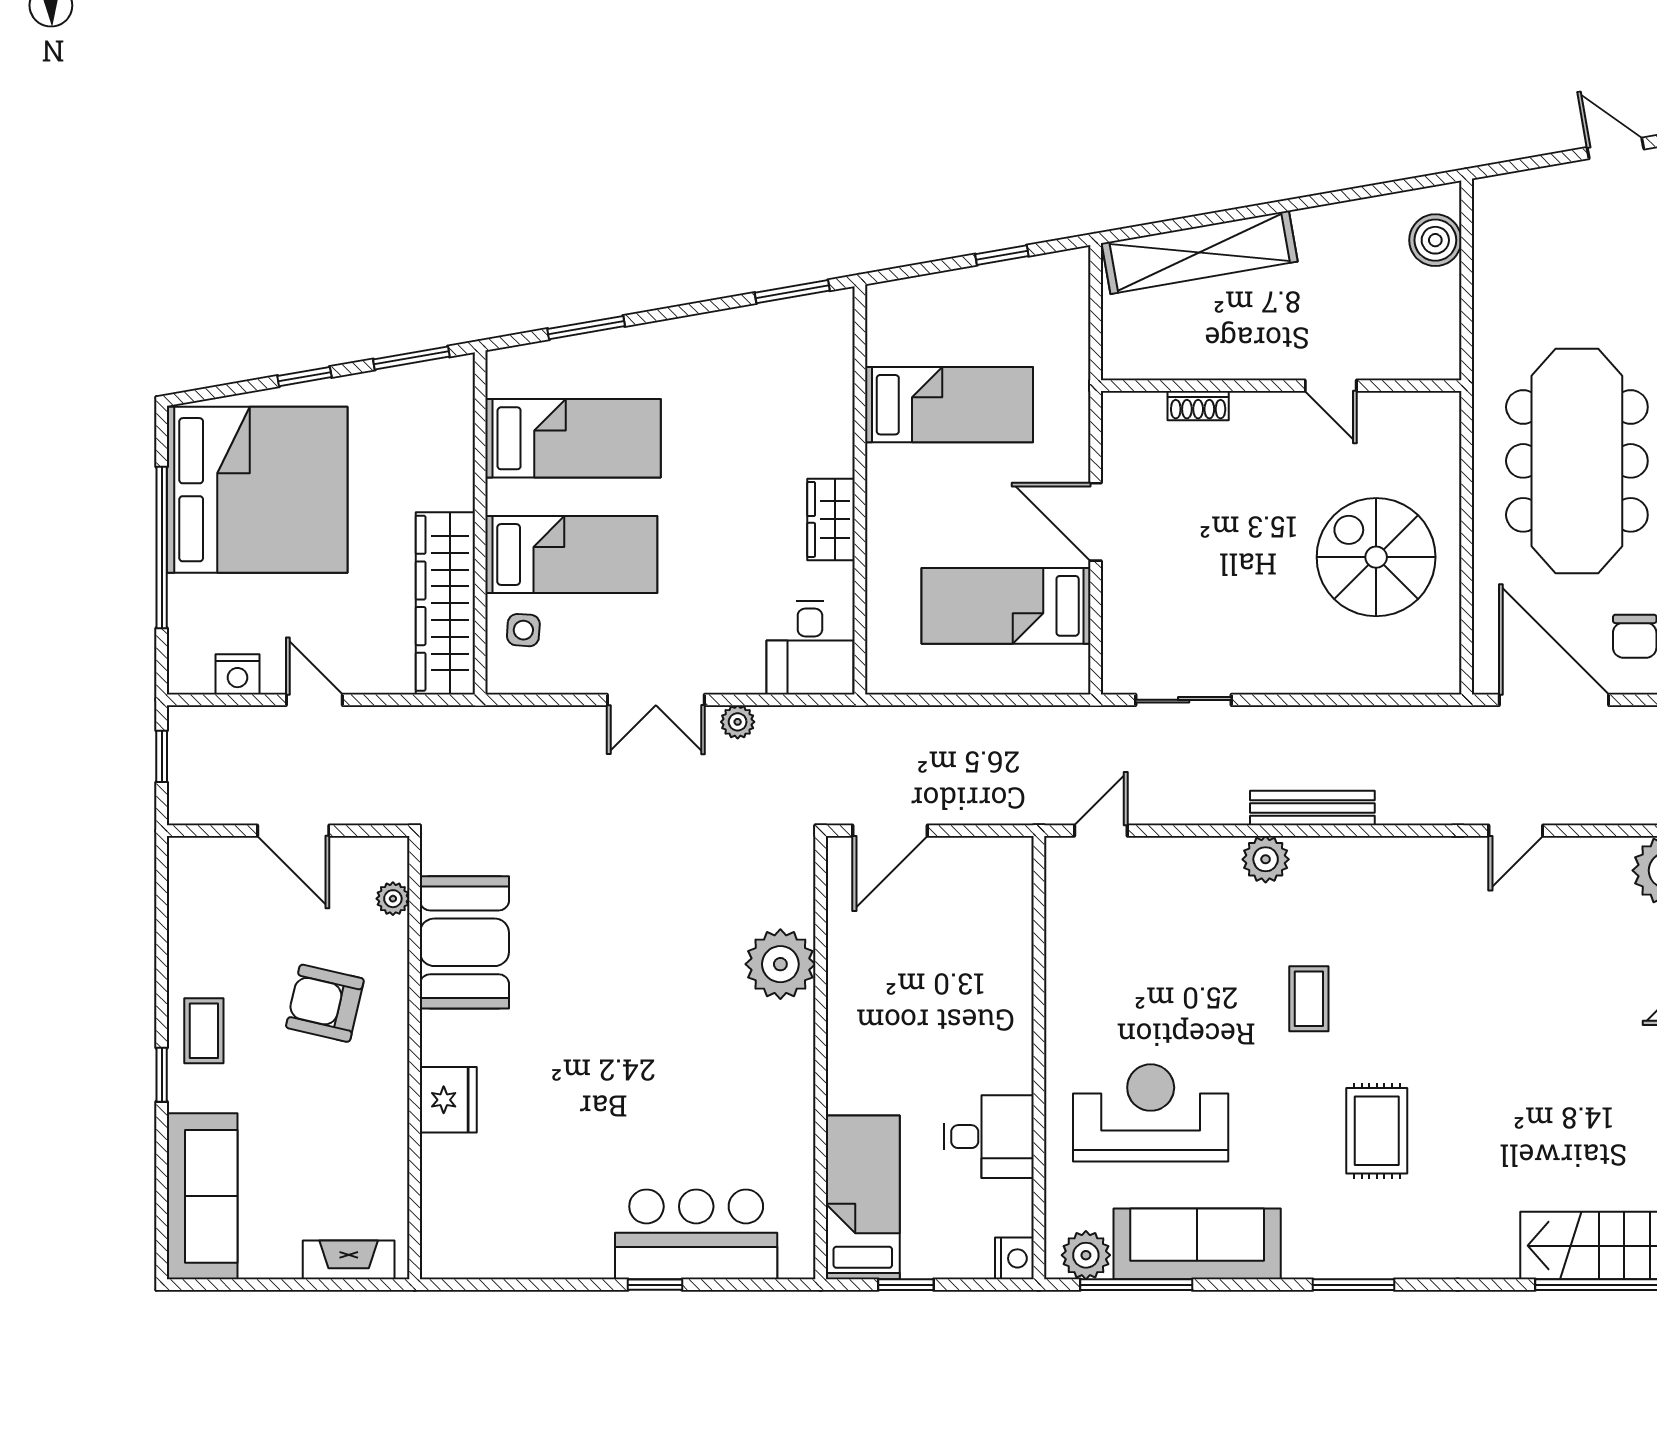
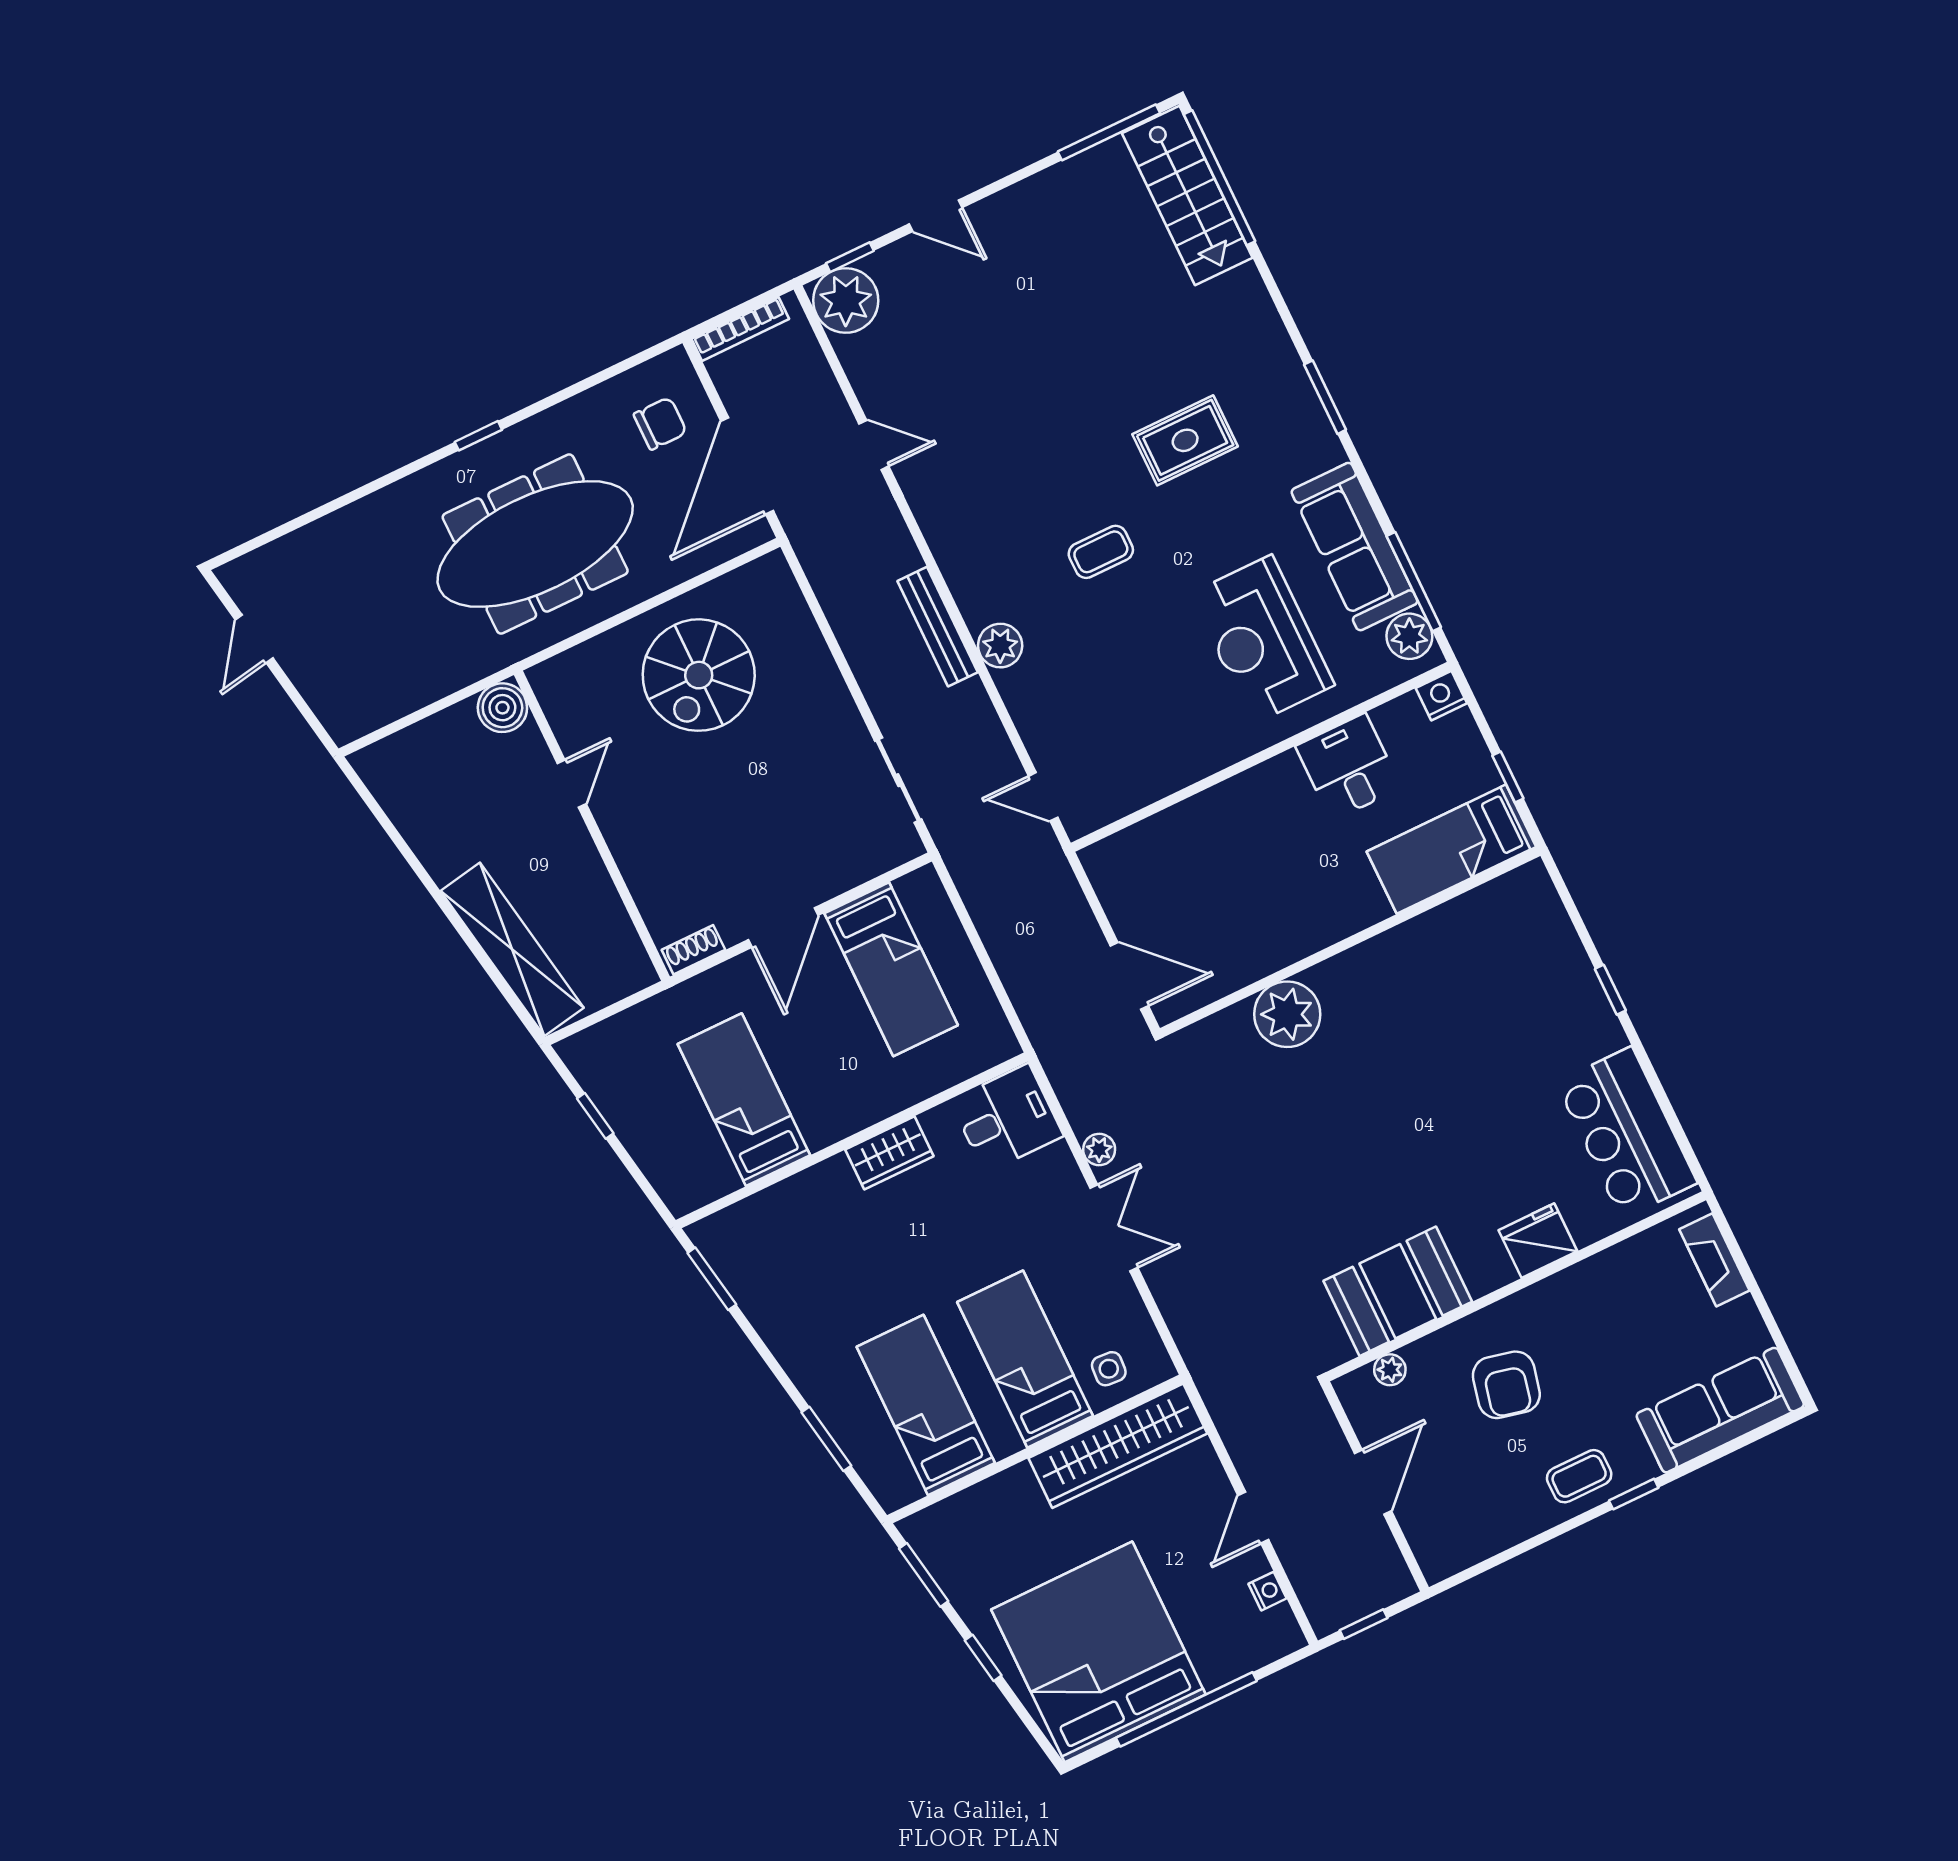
boiler: (1435, 240) -> (502, 708), moved
shoe rack: (1198, 406) -> (693, 950), moved, turned -90
nightstand: (237, 674) -> (1267, 1591), width x0.72, depth x0.74
bar counter: (696, 1234) -> (1627, 1133), moved

